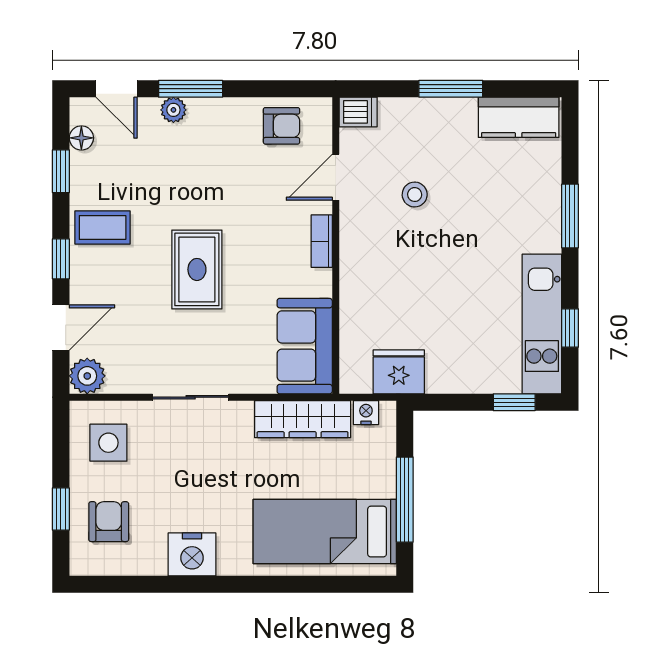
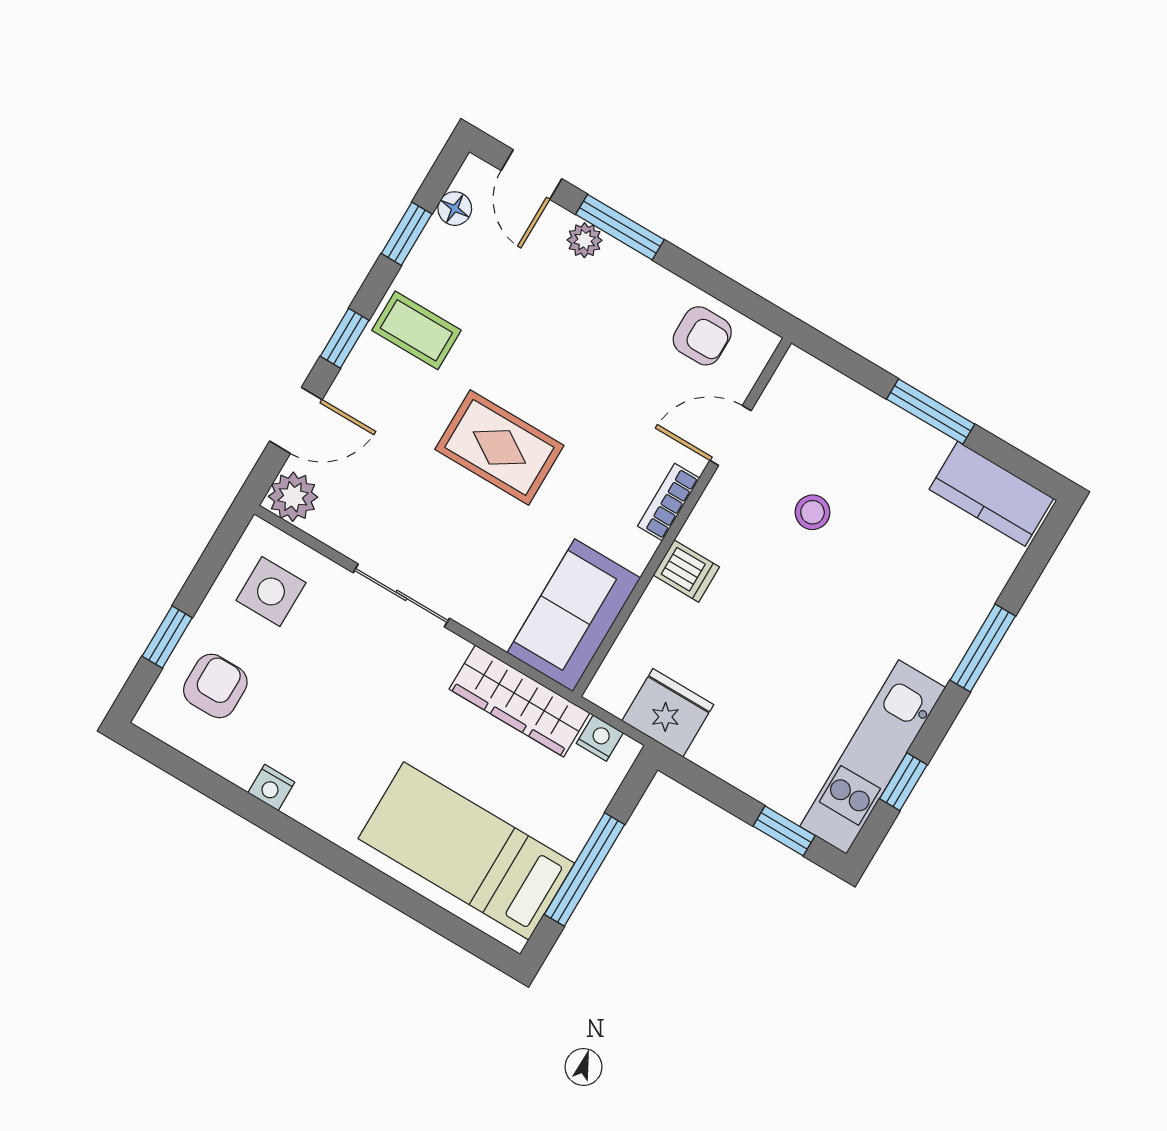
dishwasher: (358, 112) -> (686, 571), moved
rug: (197, 269) -> (499, 447), turned 90
nightstand: (192, 554) -> (271, 787), width x0.53, depth x0.56

